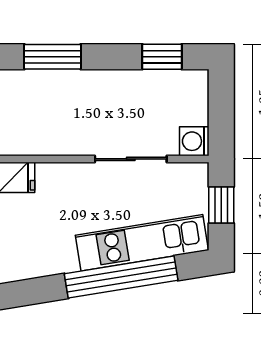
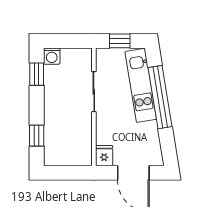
window: (52, 57) -> (37, 136), width x0.67
washing machine: (194, 141) -> (52, 56), moved

